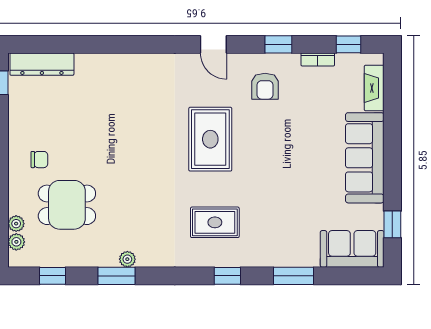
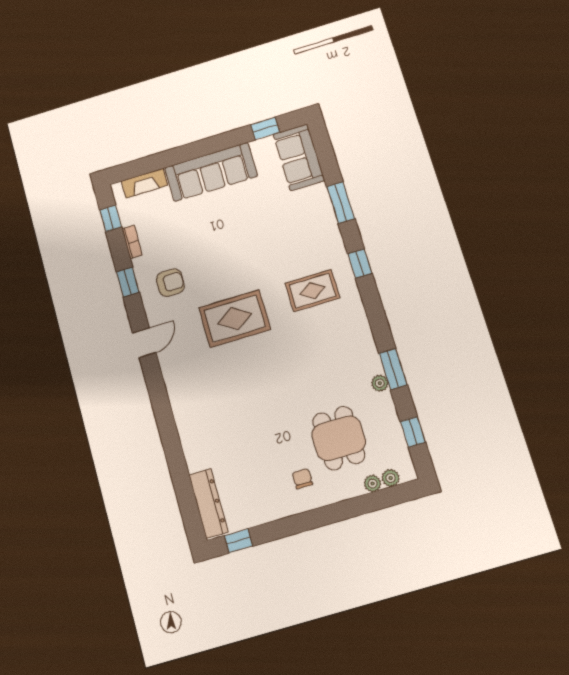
rug: (215, 222) -> (312, 291), turned 90
plant: (127, 259) -> (380, 383), moved

